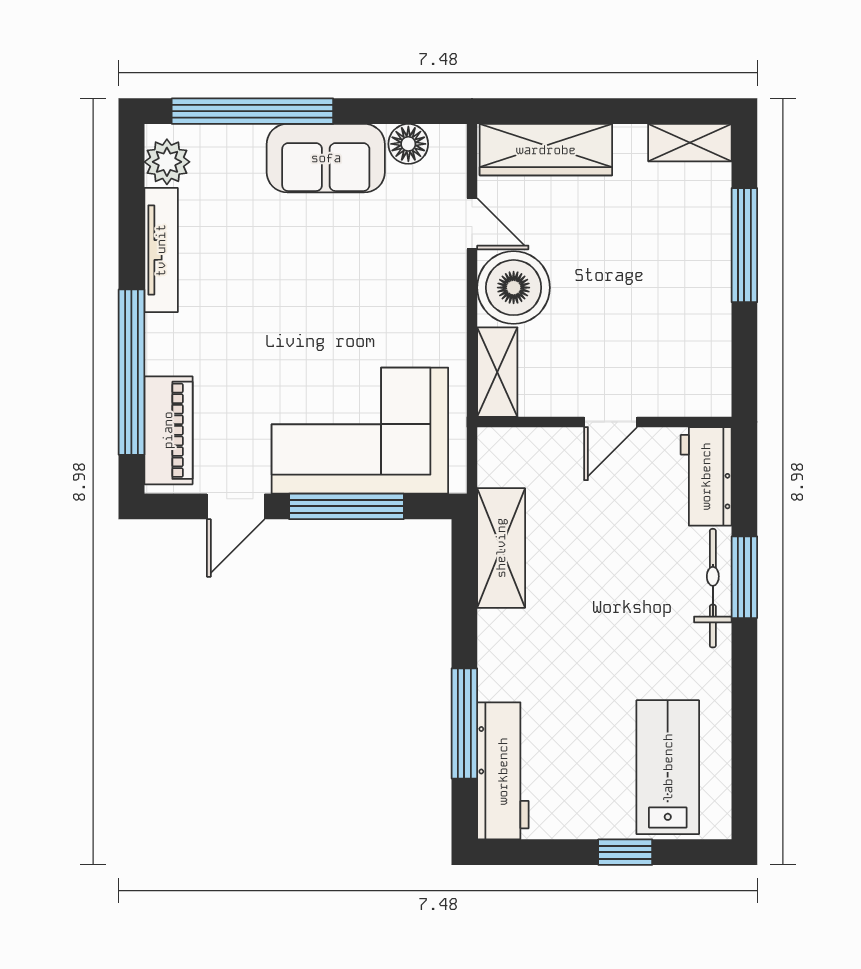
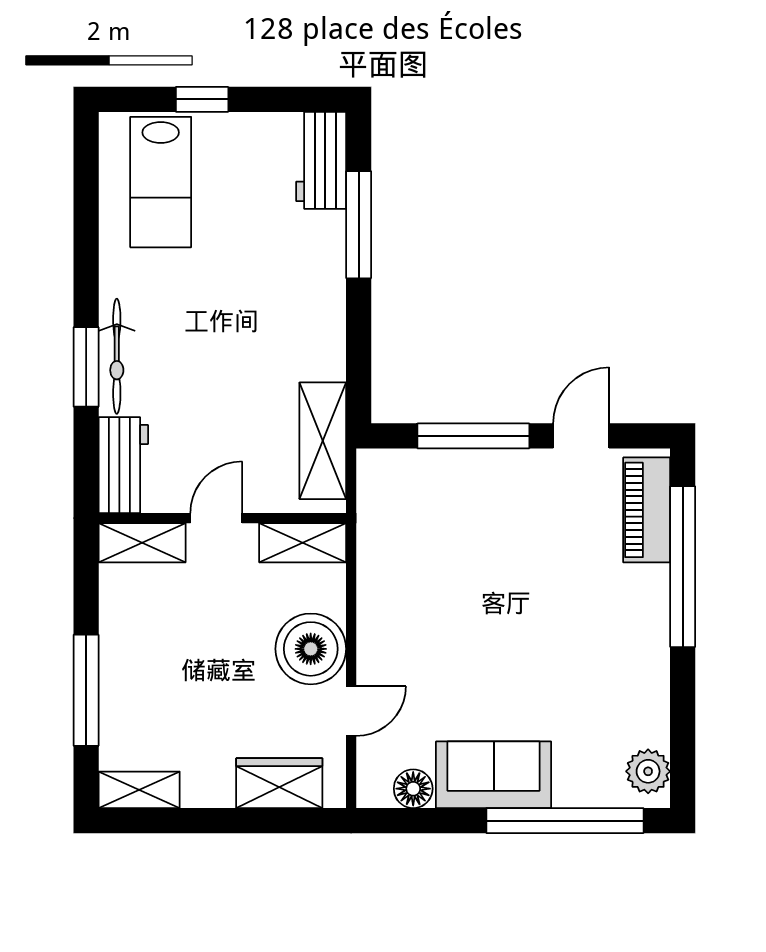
wardrobe: (546, 150) -> (279, 783), width x0.67
door: (472, 224) -> (351, 711), swing flipped
tv unit: (161, 250) -> (654, 685), removed
shelving: (497, 372) -> (303, 543), moved, turned 90
shelving: (687, 397) -> (142, 543), added
corner sofa: (360, 431) -> (460, 510), removed
shelving: (501, 548) -> (323, 441), moved
workbench: (503, 771) -> (321, 160), width x0.73

